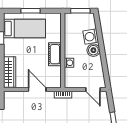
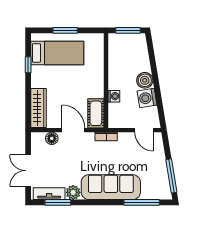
washing machine: (91, 37) -> (147, 98), moved
cot: (55, 54) -> (96, 113), moved
floor lamp: (20, 96) -> (52, 138), added

